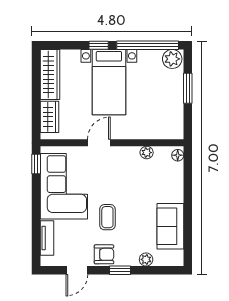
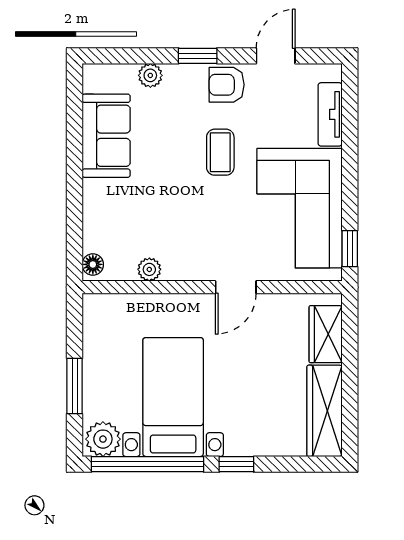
bed with nightstands: (109, 82) -> (173, 397), moved

